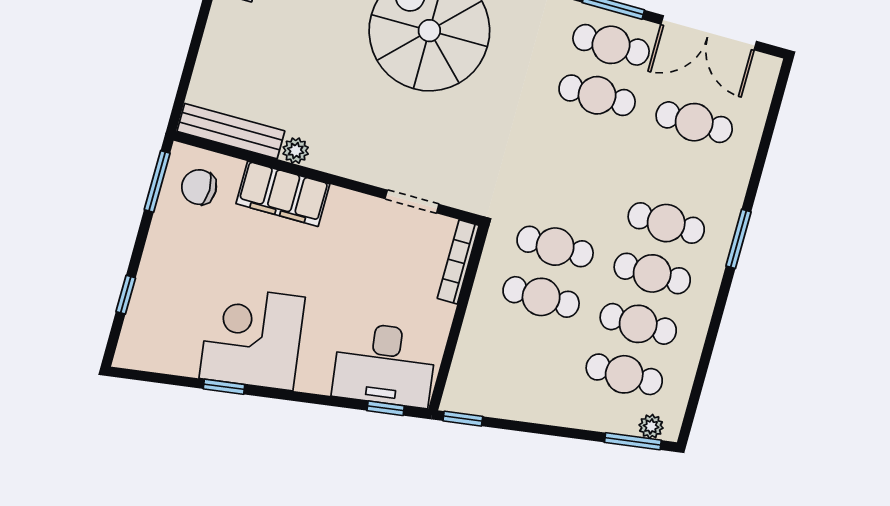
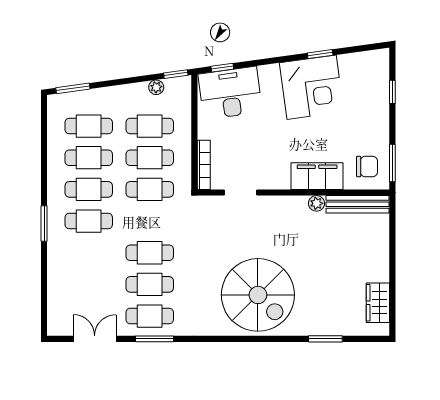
double door: (709, 33) -> (95, 339), width x0.73
cafe table: (694, 122) -> (150, 253), moved
cafe table: (527, 347) -> (150, 126), added
plant: (651, 426) -> (156, 87), moved

